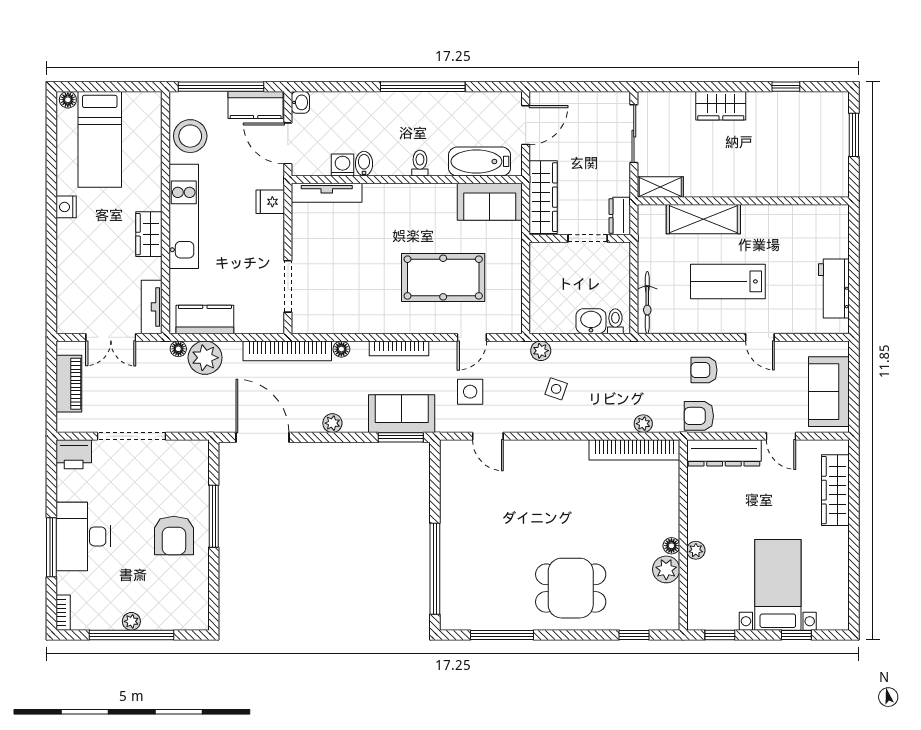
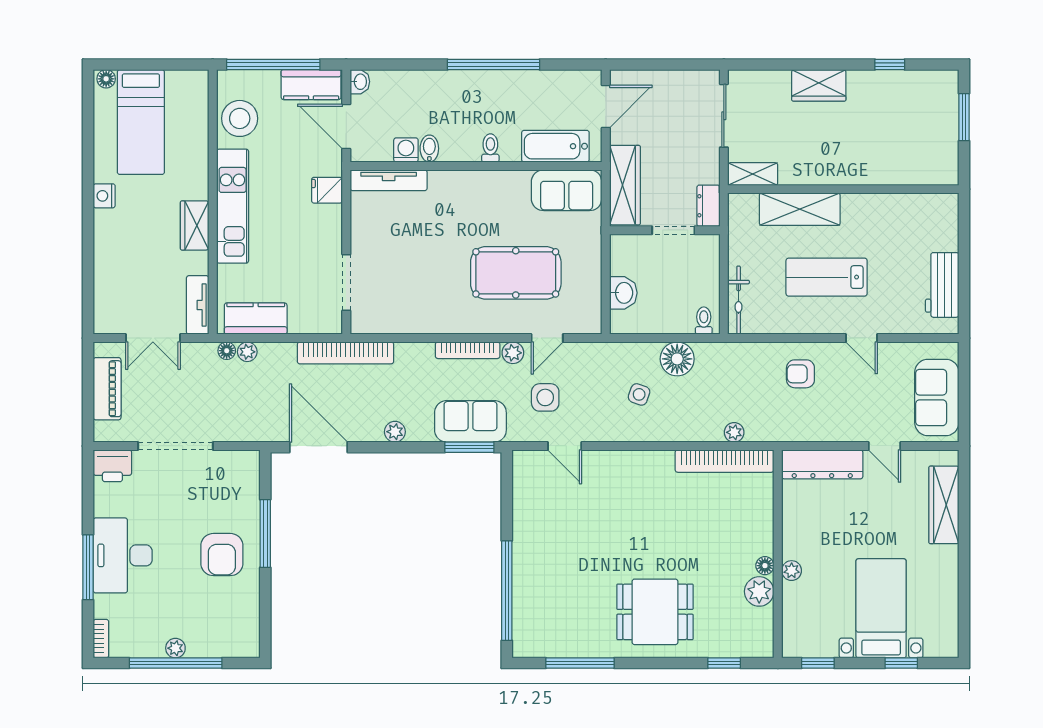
washbasin: (591, 321) -> (623, 293), moved, turned 90
floor lamp: (341, 349) -> (677, 359), moved, width x1.89, depth x1.89
plant: (541, 351) -> (513, 353), moved
plant: (205, 358) -> (247, 352), width x0.53, depth x0.53
armchair: (699, 416) -> (795, 424), removed

